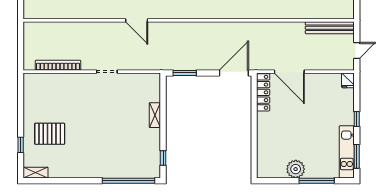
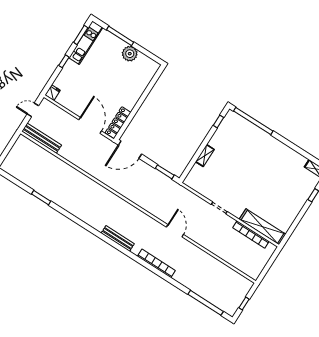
shelving: (51, 81) -> (263, 227), added
pallet: (50, 134) -> (288, 190), removed

